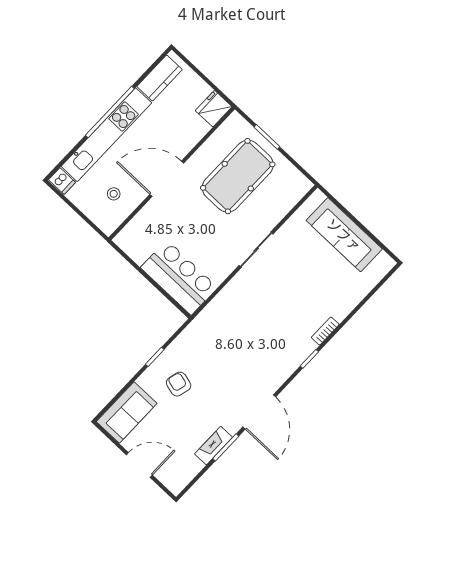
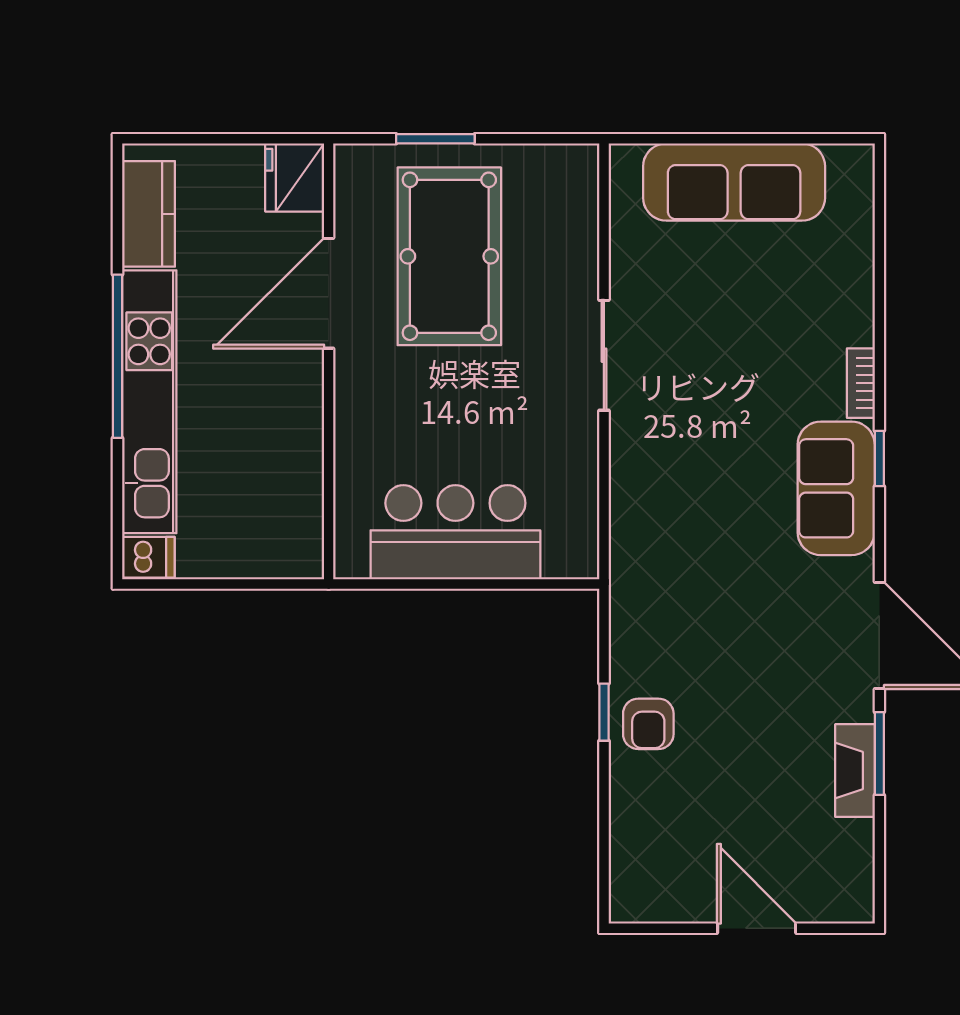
door: (167, 179) -> (329, 293), moved
stool: (114, 194) -> (260, 494), removed
bar counter: (179, 277) -> (455, 532), moved
armchair: (179, 384) -> (648, 724), moved, turned -105
sofa: (127, 413) -> (836, 488), moved, turned 180
door: (139, 465) -> (757, 928), hinge flipped

